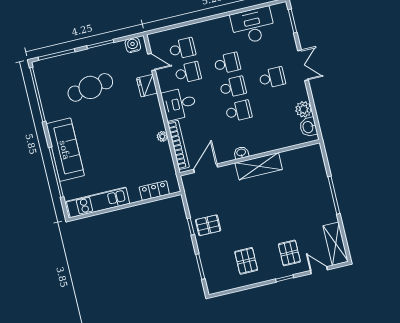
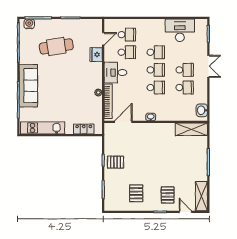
water cooler: (133, 45) -> (29, 24), moved
door: (152, 62) -> (103, 39), hinge flipped
school desk: (278, 102) -> (185, 87), added
plant: (304, 109) -> (201, 97), removed
shelving: (259, 166) -> (191, 129), moved

